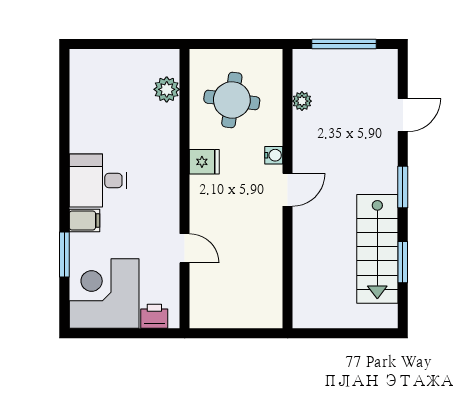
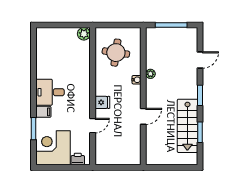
plant: (167, 89) -> (84, 34), moved
plant: (302, 101) -> (150, 74), moved
fridge: (204, 162) -> (102, 102), moved
door: (288, 190) -> (143, 116), moved
door: (185, 248) -> (93, 126), hinge flipped

